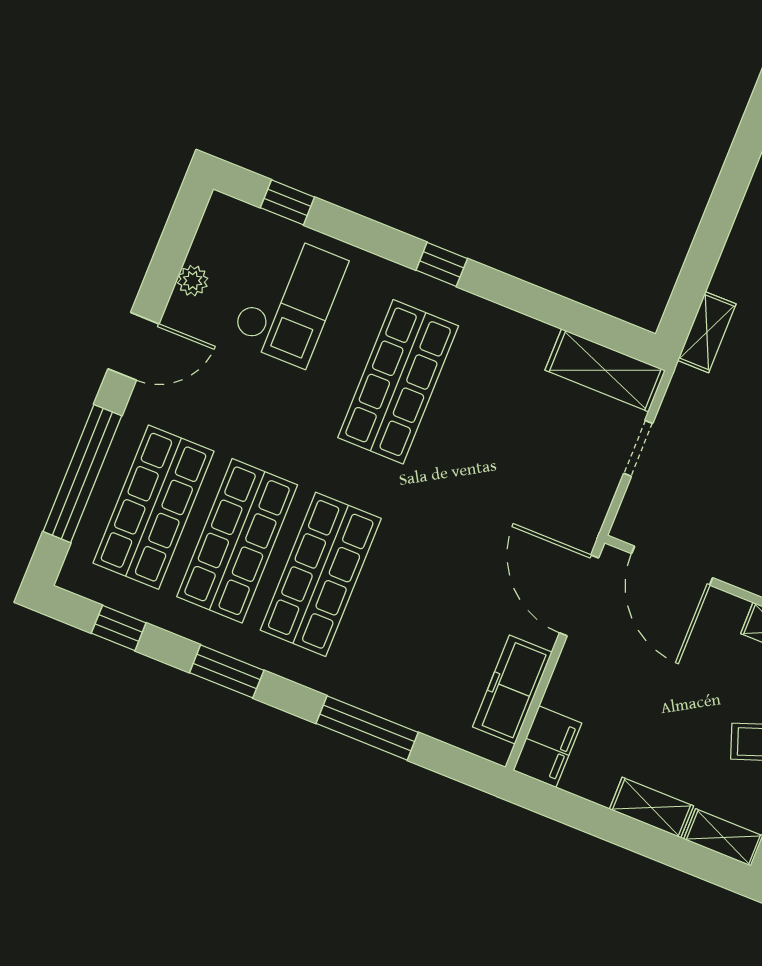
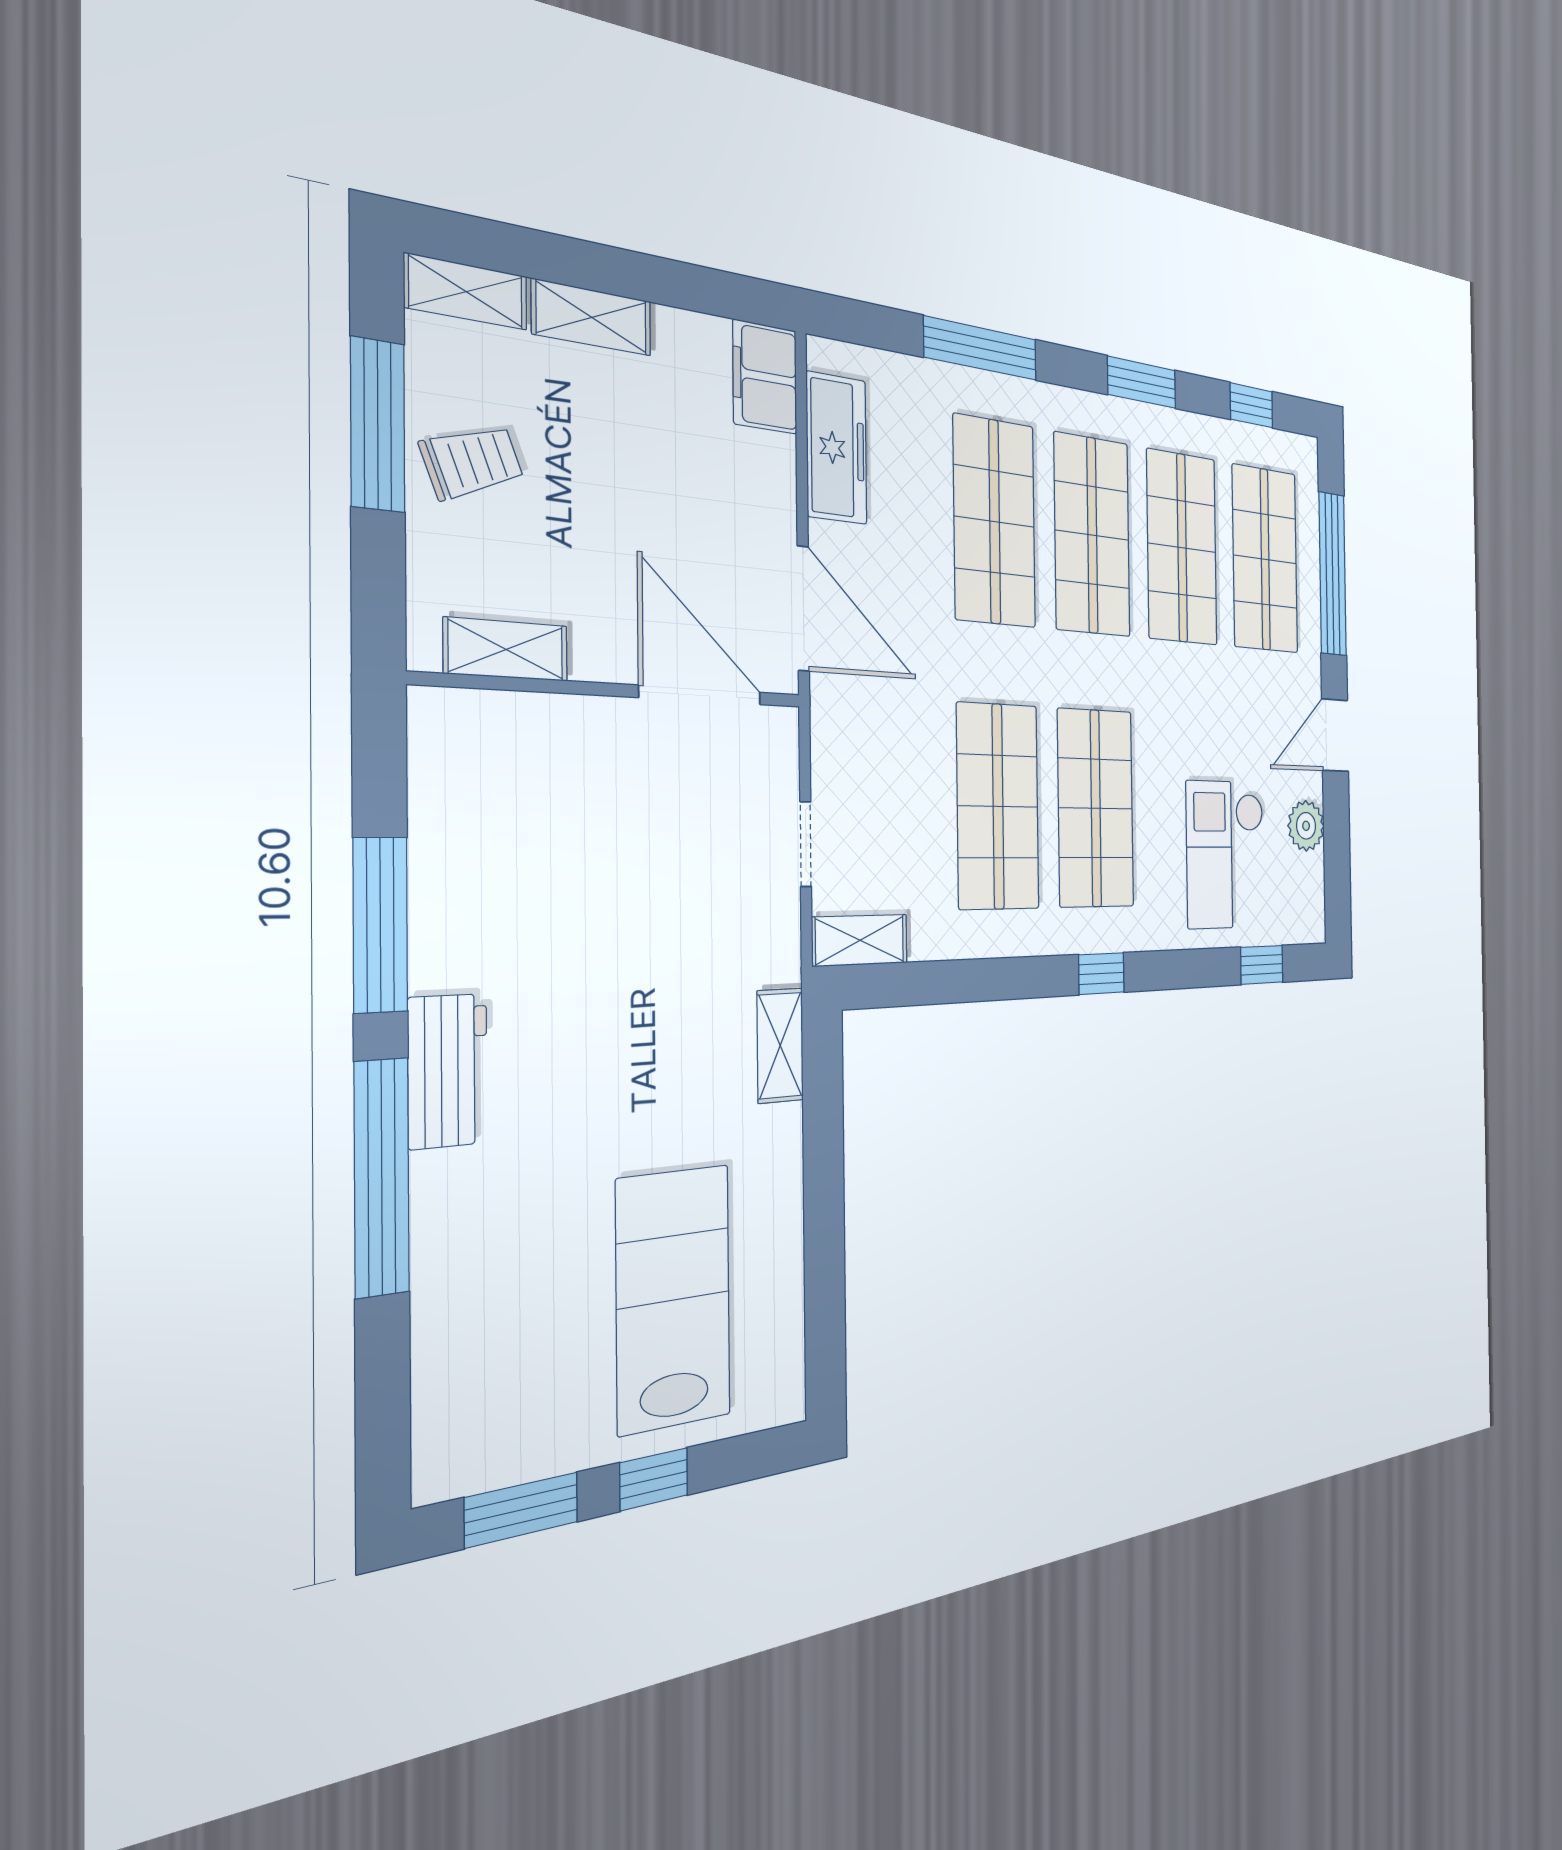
plant: (193, 281) -> (1306, 826), width x1.38, depth x1.38
shelving: (605, 370) -> (860, 940), width x0.67, depth x0.75
shop shelf: (482, 415) -> (998, 806), added
shop shelf: (404, 608) -> (995, 522), added

